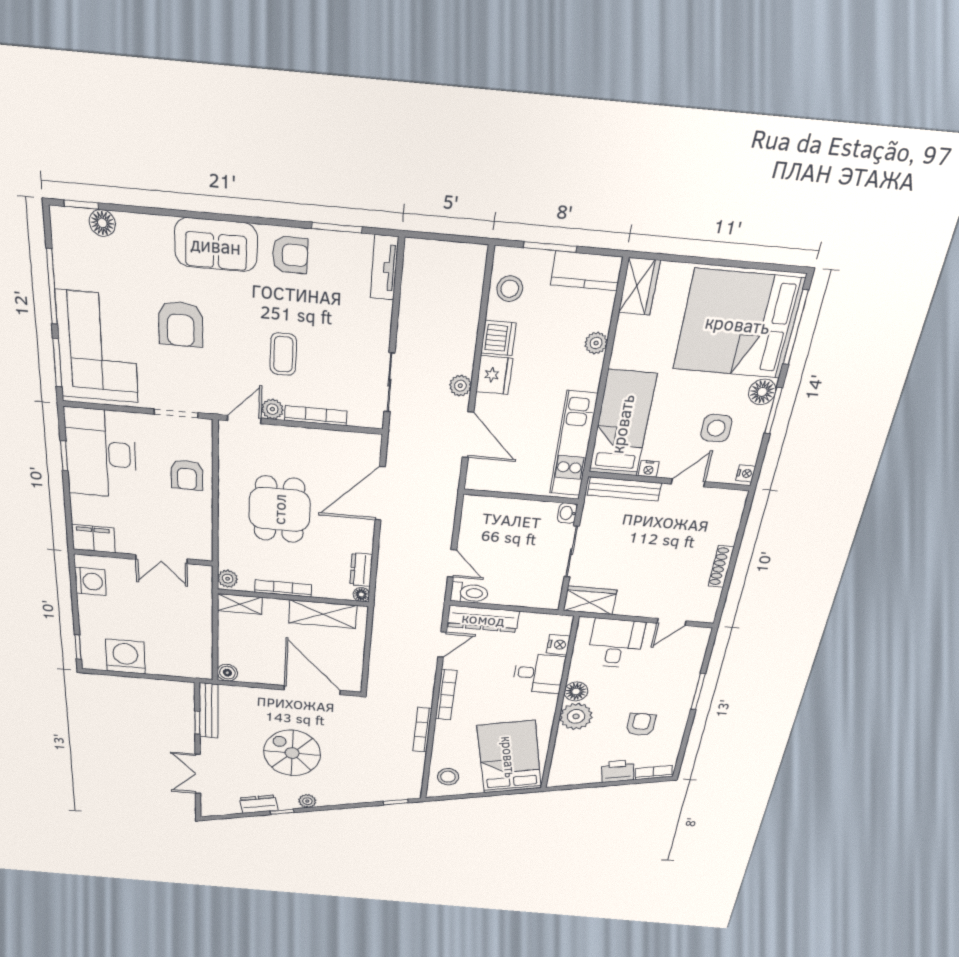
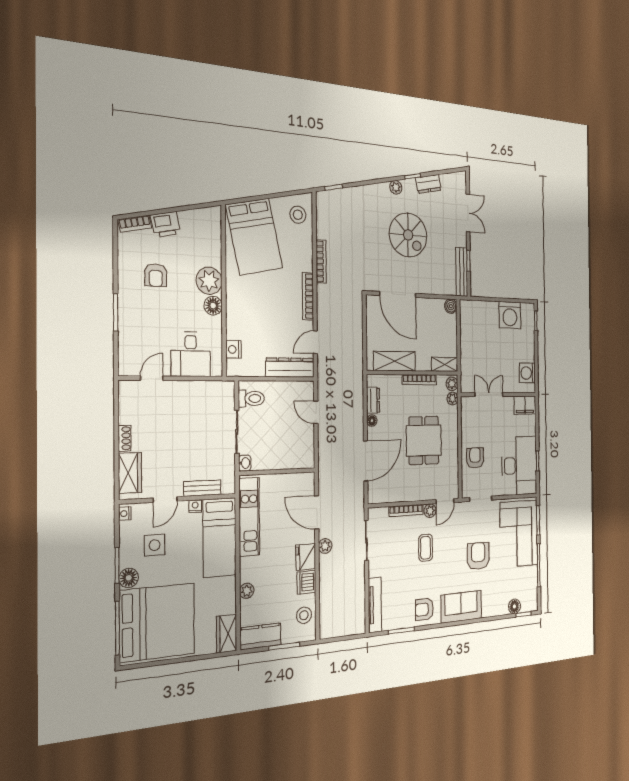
tv unit: (384, 267) -> (375, 605), width x1.41
bench: (624, 489) -> (202, 488), width x0.73
plant: (227, 560) -> (453, 399), added
shoe rack: (721, 566) -> (125, 438), width x0.70
toilet: (469, 593) -> (251, 398), moved, turned 180
floor lamp: (361, 595) -> (372, 421), moved
wardrobe: (590, 600) -> (130, 473), moved, turned -90
desk: (539, 673) -> (244, 321), removed

